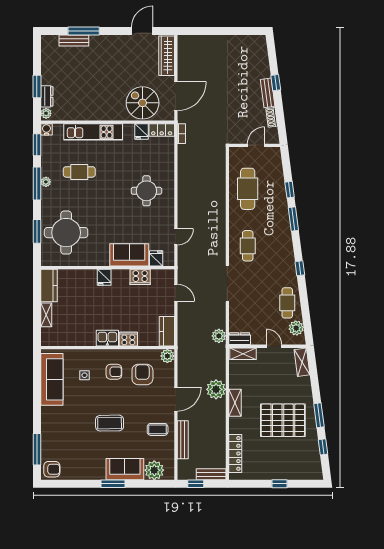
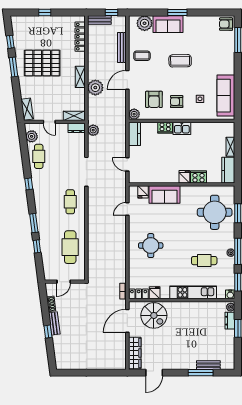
cooker: (140, 277) -> (198, 177), moved

